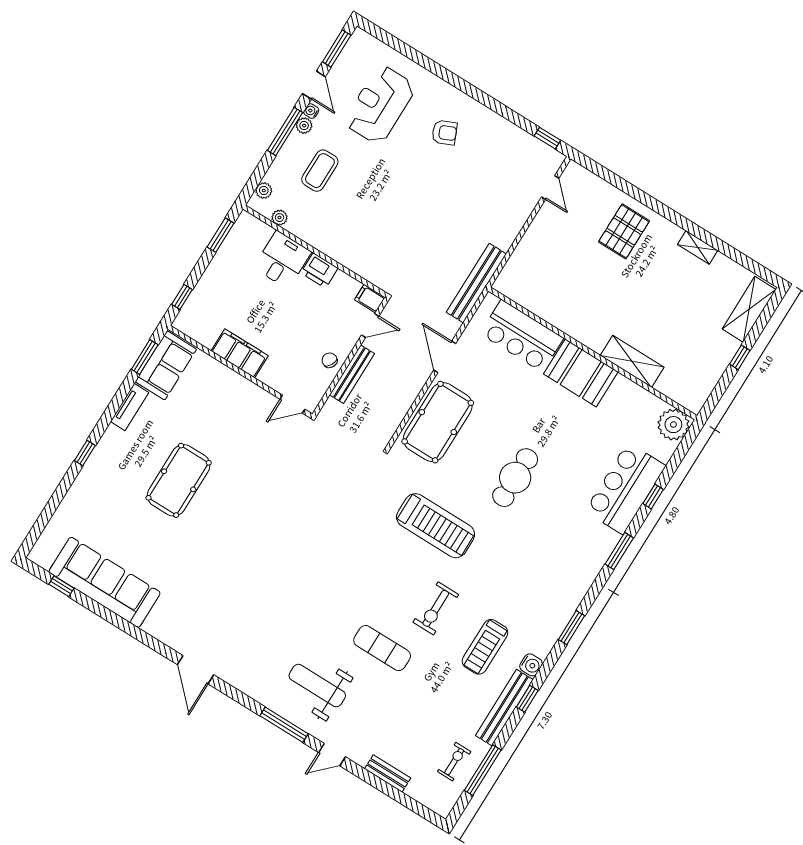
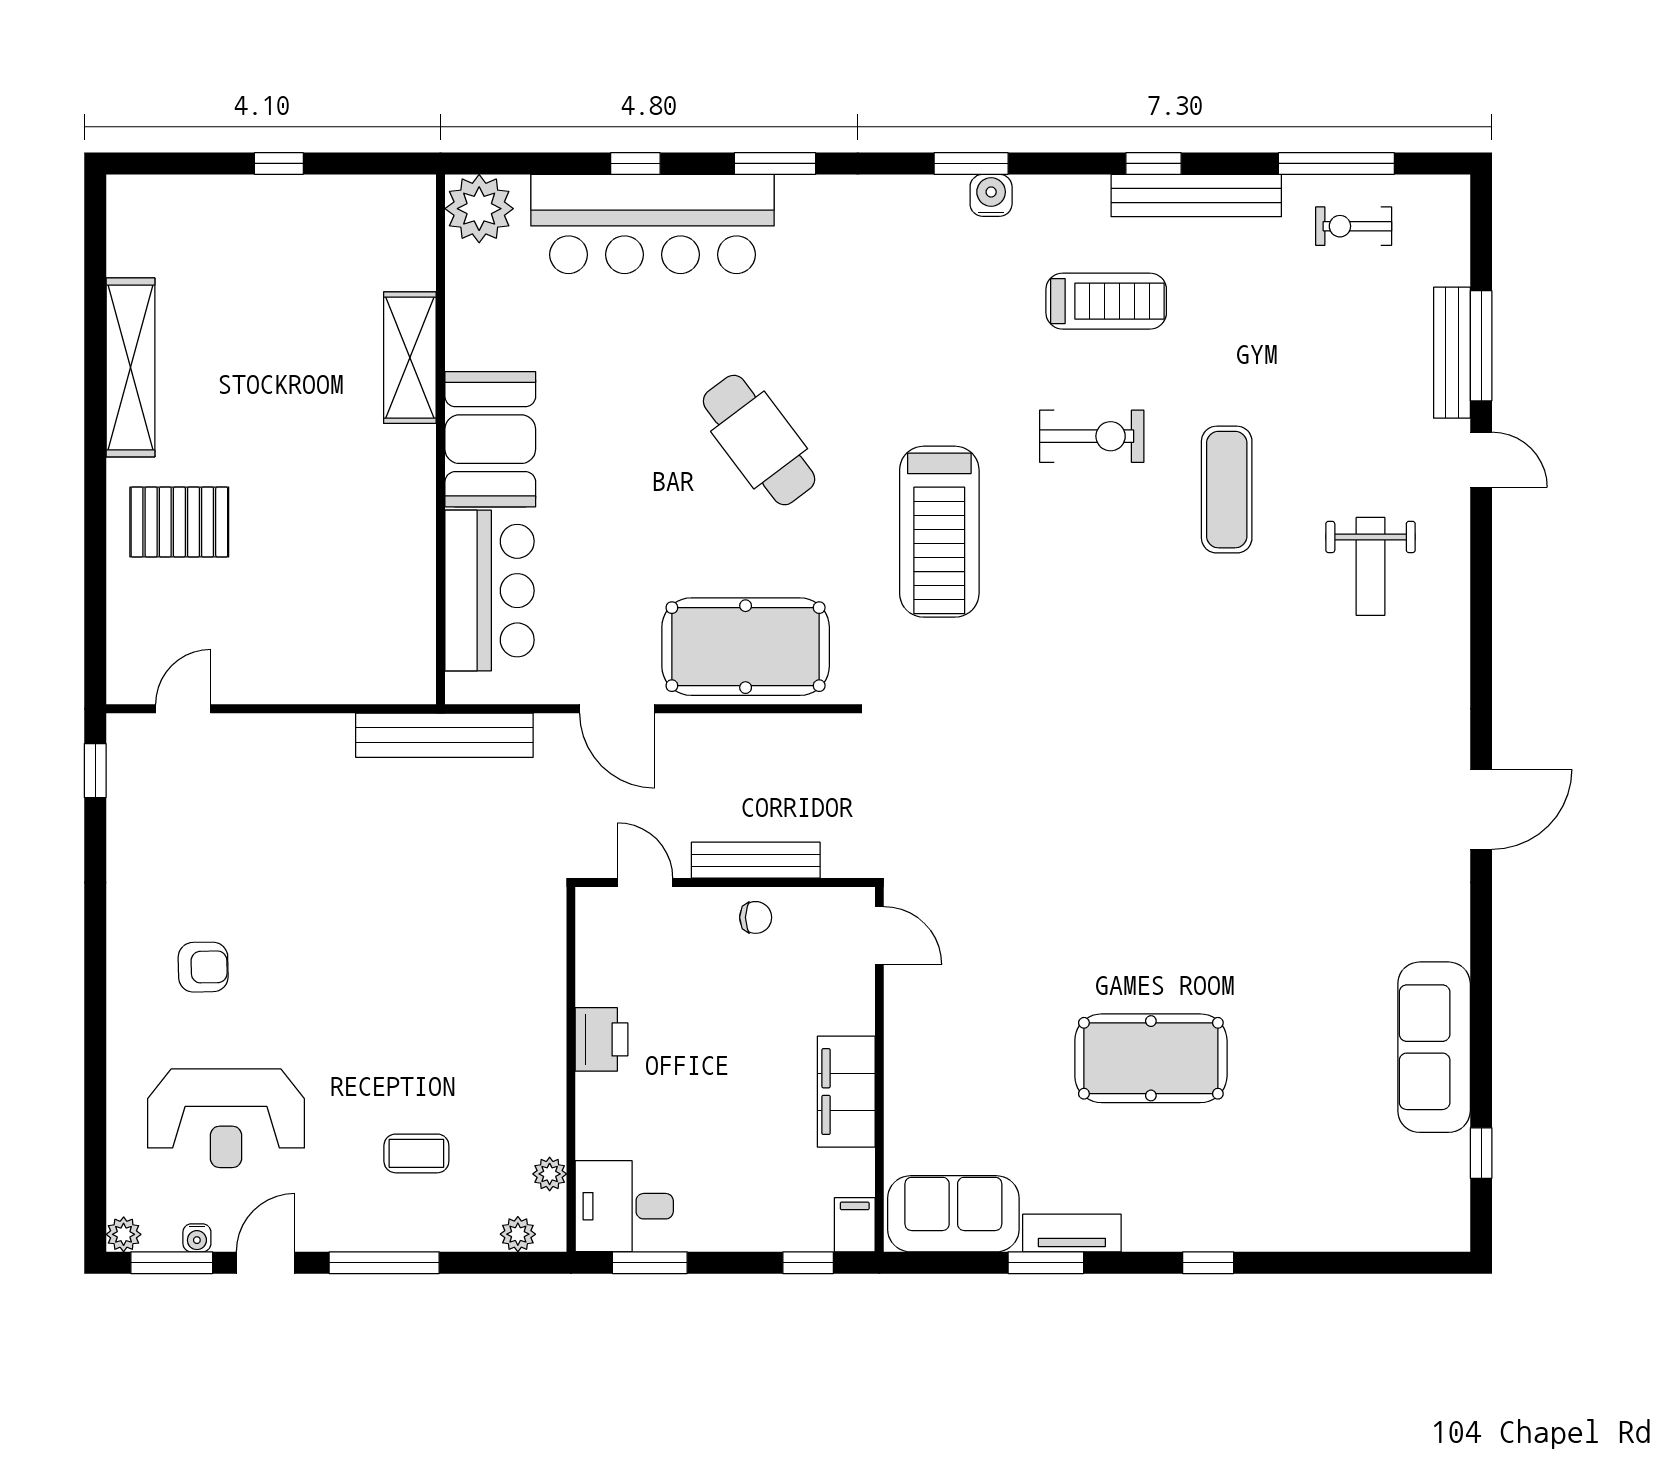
water cooler: (311, 111) -> (197, 1238), moved
plant: (304, 126) -> (124, 1234), moved
armchair: (444, 133) -> (203, 967), turned 113
coffee table: (320, 171) -> (416, 1153), width x0.73, depth x0.77
shelving: (698, 247) -> (130, 367), width x2.20, depth x1.33
desk: (282, 260) -> (624, 1206), moved
filing cabinet: (370, 299) -> (855, 1225), moved, turned 180
shelving: (749, 309) -> (179, 201), removed
window: (145, 357) -> (1046, 1263), moved
door: (445, 357) -> (617, 709), hinge flipped
chair: (330, 360) -> (756, 917), turned -119
cafe table: (515, 478) -> (759, 440), turned 53
bar counter: (625, 488) -> (653, 224), width x1.36
treadmill: (436, 526) -> (939, 532), turned 180
sofa: (105, 582) -> (1434, 1047), width x0.74, depth x0.79
water cooler: (531, 665) -> (991, 195), moved
weight bench: (317, 686) -> (1371, 566), width x0.73, depth x0.75
window: (284, 725) -> (1481, 346), moved
bench: (388, 773) -> (1452, 353), width x1.36

